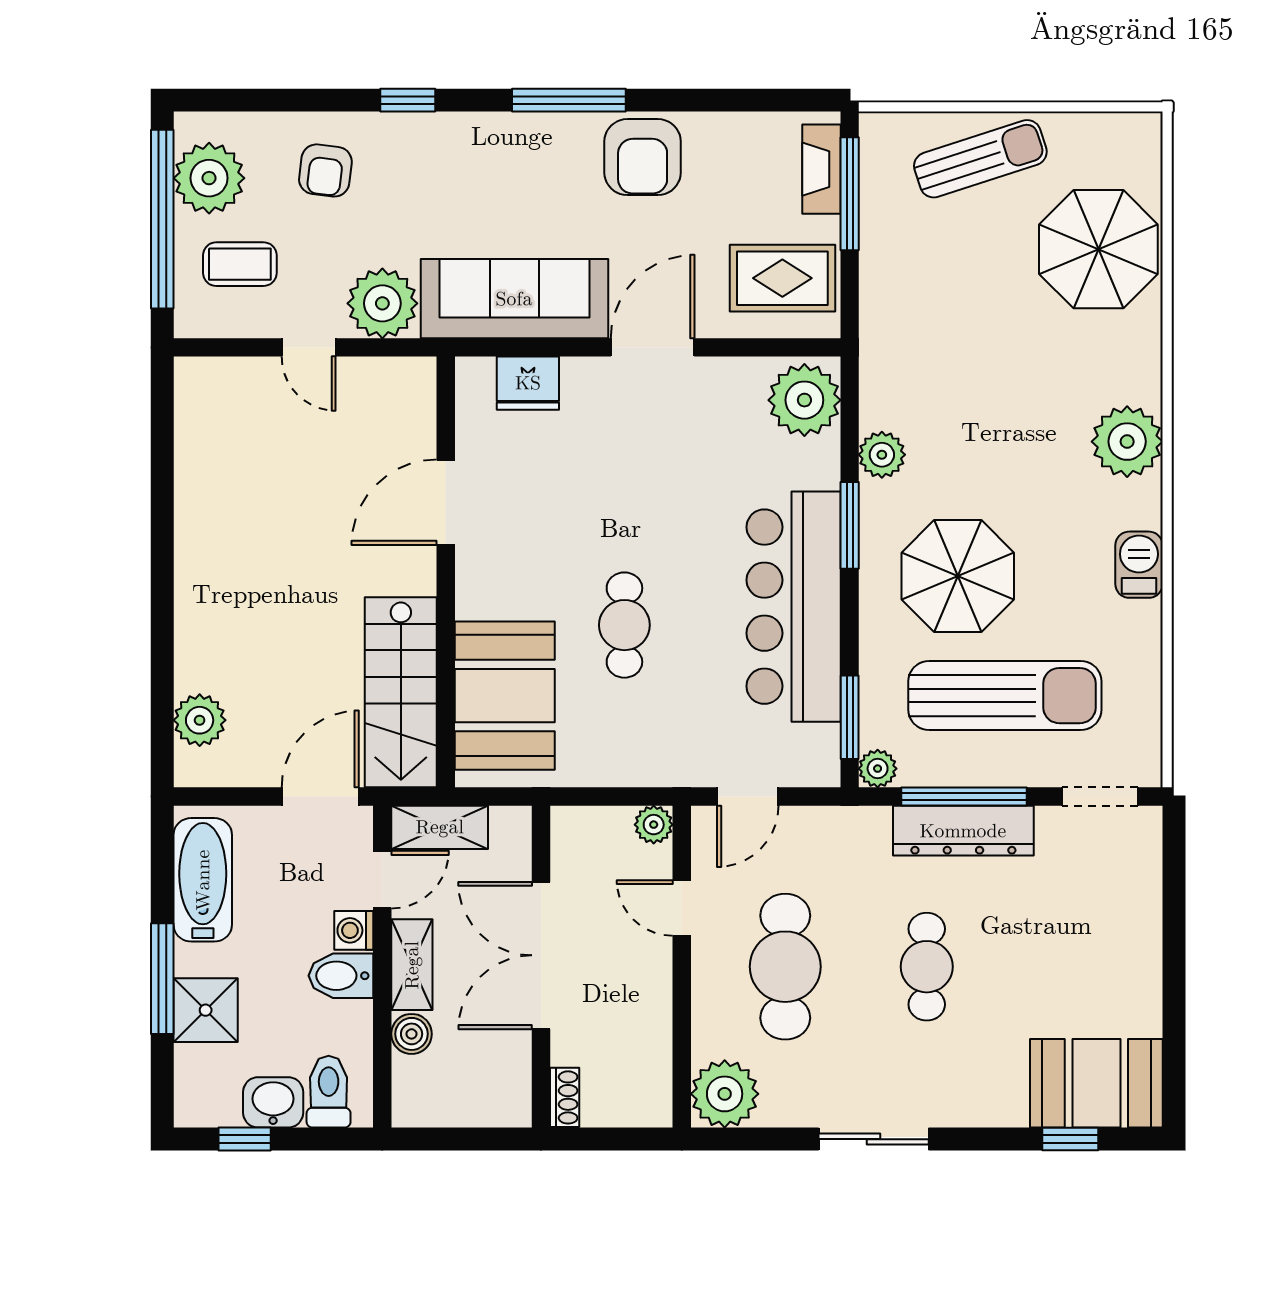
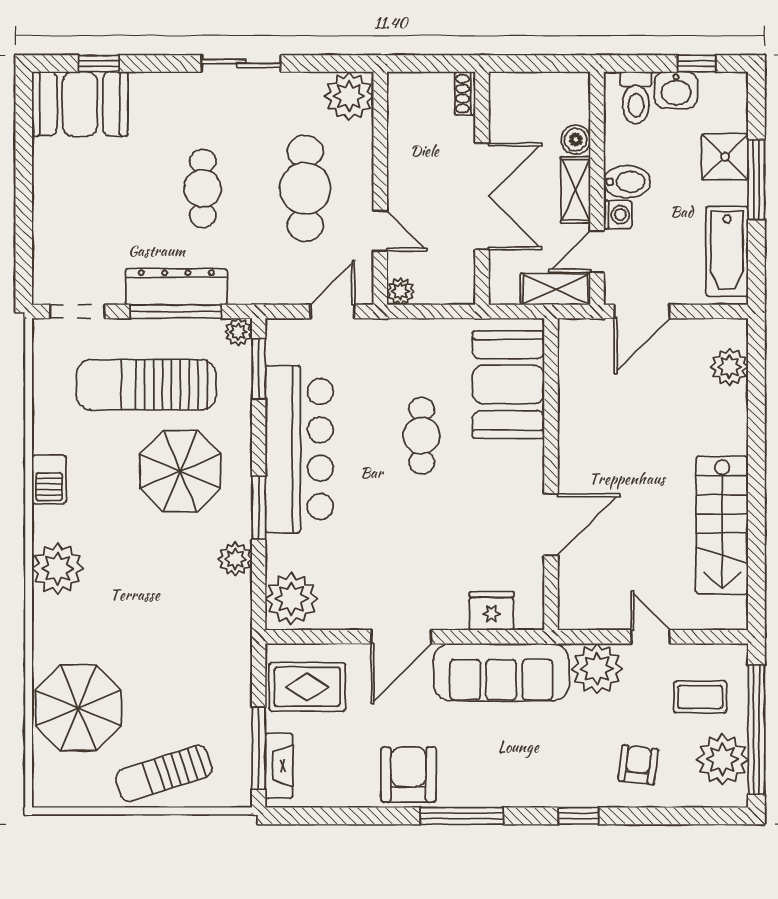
stairs: (401, 692) -> (722, 525), moved, turned 180

